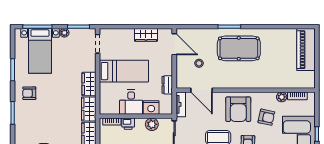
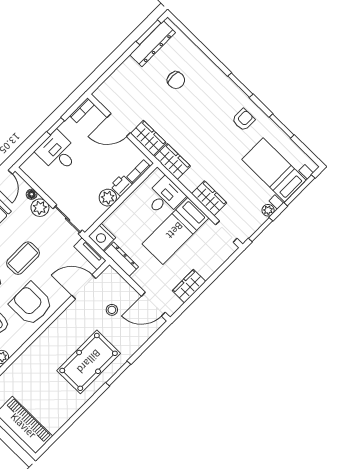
wardrobe: (89, 84) -> (209, 198), moved
dresser: (167, 85) -> (121, 259), width x1.44
desk: (131, 102) -> (165, 197), moved, turned 90
nightstand: (151, 107) -> (102, 237), moved, turned -90
plant: (152, 124) -> (108, 198), moved

